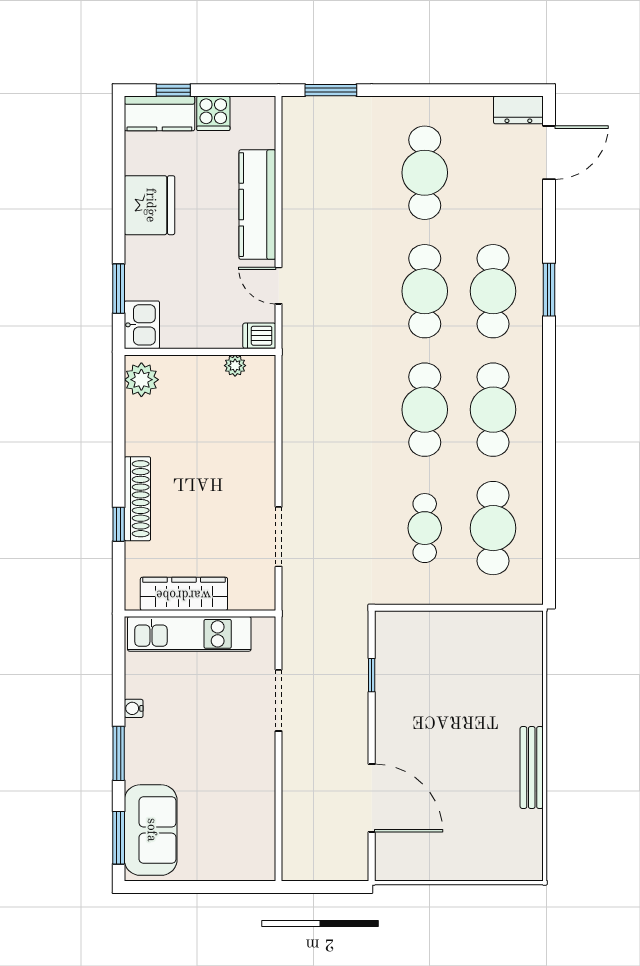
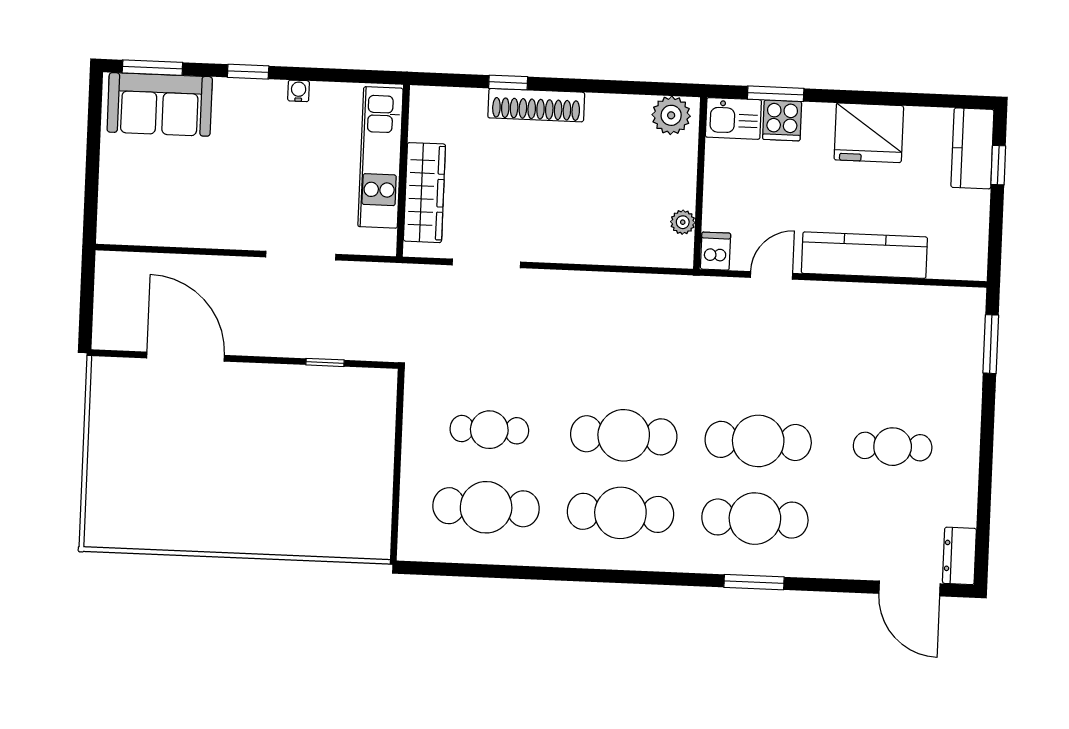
cooker: (213, 113) -> (782, 120), moved, turned -90
cafe table: (425, 173) -> (893, 447), width x0.73, depth x0.74
wardrobe: (184, 594) -> (424, 193), moved
window: (119, 753) -> (248, 72), width x0.67
bench: (532, 768) -> (213, 540), removed
door: (372, 798) -> (185, 357), swing flipped

